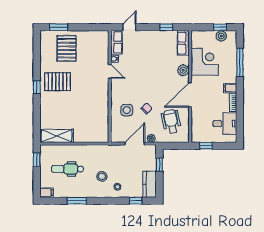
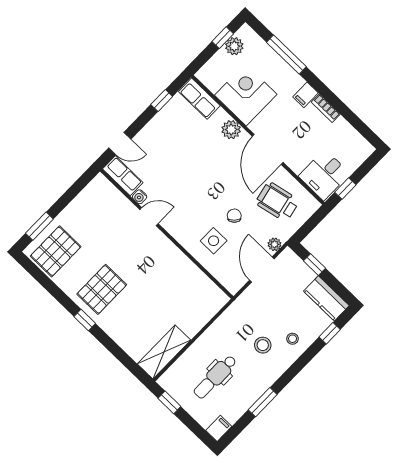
door: (129, 27) -> (120, 144), swing flipped
pallet: (67, 48) -> (56, 251), moved, turned 90
desk: (225, 124) -> (324, 175), moved, turned 180

